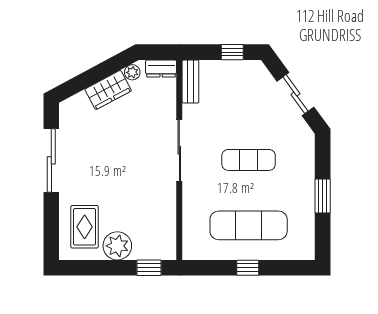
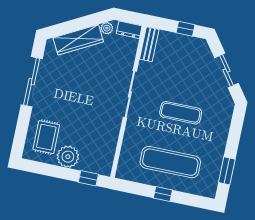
wardrobe: (108, 90) -> (78, 40), width x1.50
window: (323, 196) -> (227, 171), moved

